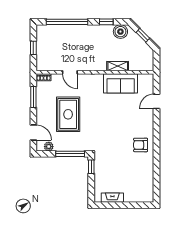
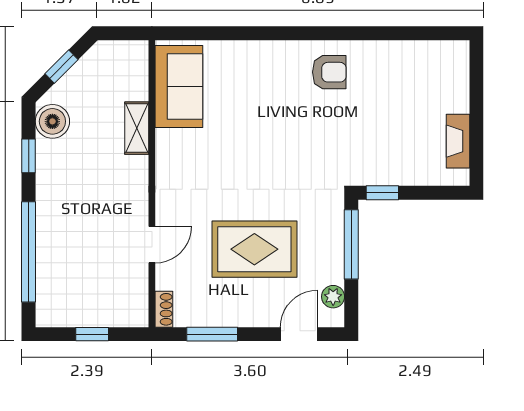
sofa: (121, 83) -> (179, 86), moved
door: (157, 101) -> (223, 33), removed
armchair: (141, 145) -> (329, 72), turned -90

